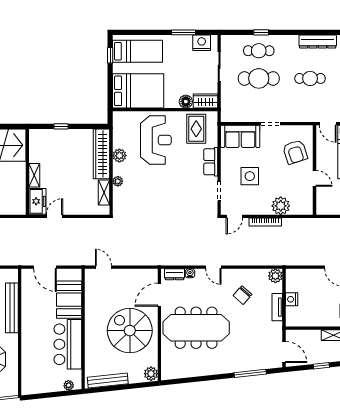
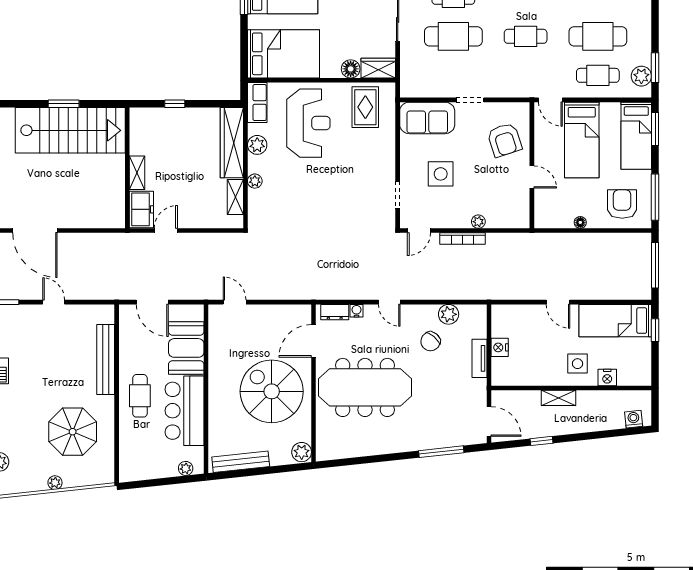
row of seats: (211, 162) -> (257, 103), moved, turned 180
plant: (281, 206) -> (478, 222), width x0.53, depth x0.53
plant: (275, 276) -> (449, 314), moved
cafe table: (36, 334) -> (140, 396), added

